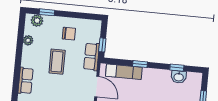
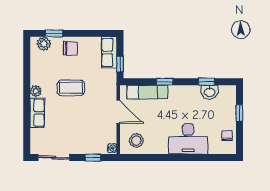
chair: (69, 34) -> (70, 48), moved
plant: (28, 40) -> (36, 91), moved
row of seats: (92, 57) -> (109, 52), moved
coffee table: (57, 62) -> (71, 88), turned 90

